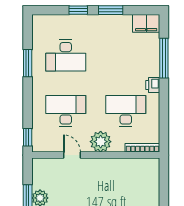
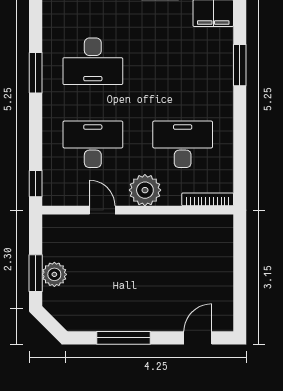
window: (164, 58) -> (240, 65), width x0.69
printer: (153, 85) -> (223, 105), removed

